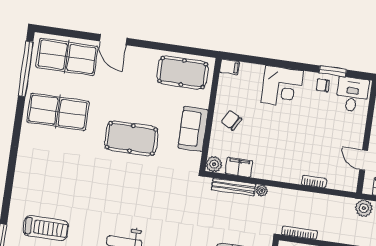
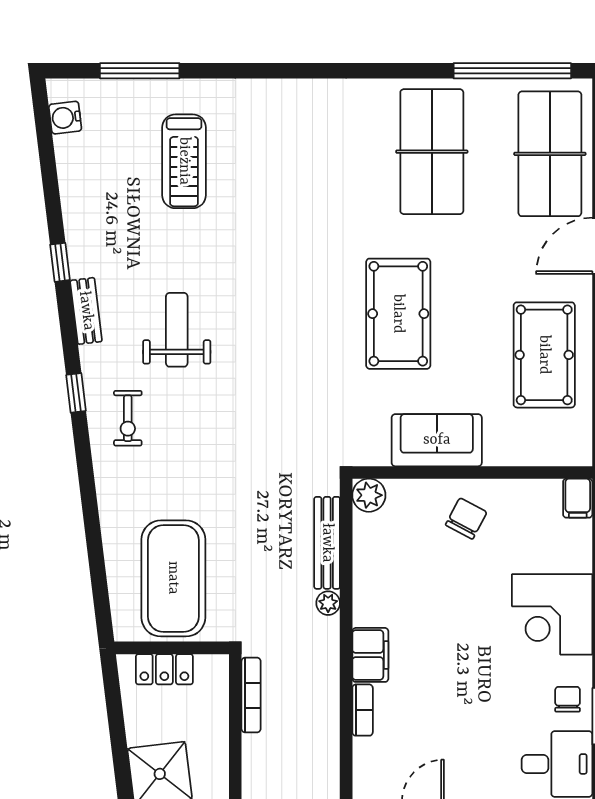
pool table: (183, 73) -> (544, 355), moved
filing cabinet: (239, 167) -> (370, 655), moved

